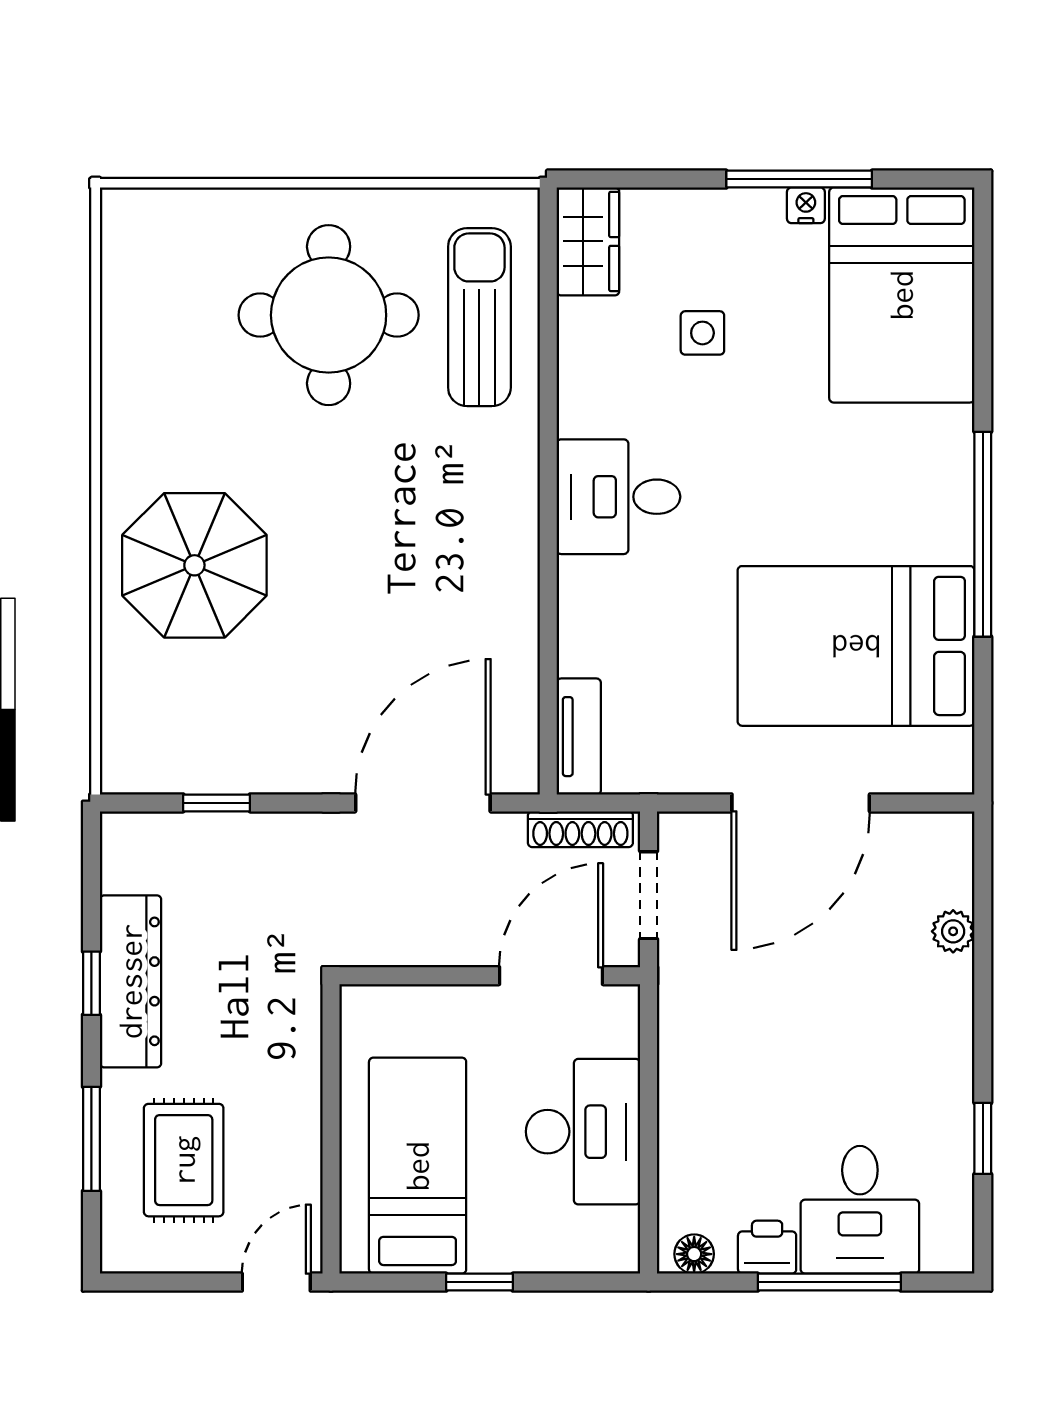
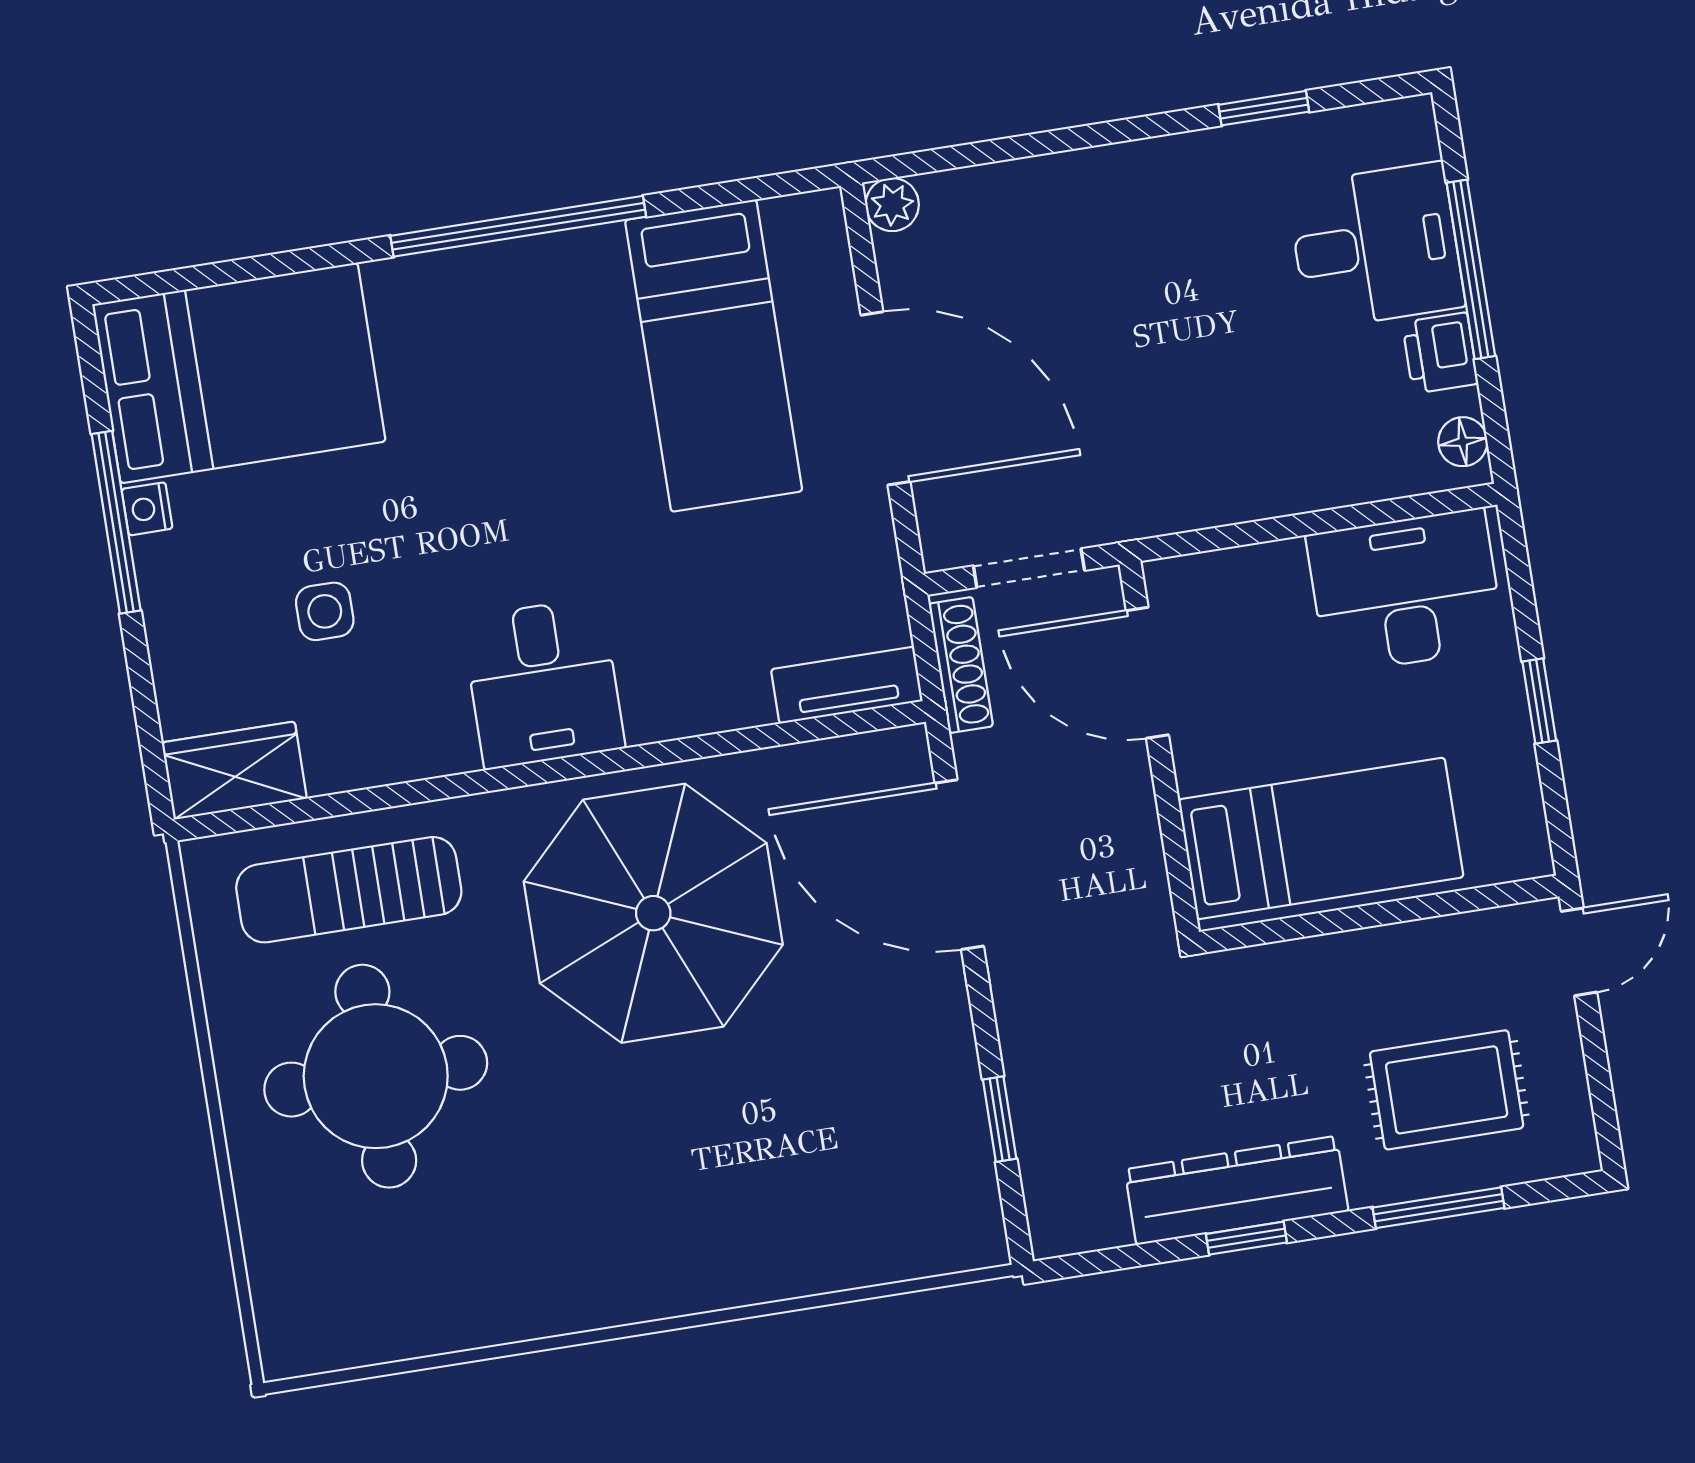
parasol: (194, 565) -> (653, 913), moved, width x1.36, depth x1.36
bed: (856, 646) -> (714, 356), width x0.67
plant: (953, 931) -> (892, 205), moved
desk: (583, 1132) -> (1406, 591), moved
bed: (418, 1166) -> (1321, 838), moved, turned 180
door: (276, 1282) -> (1579, 952), swing flipped

